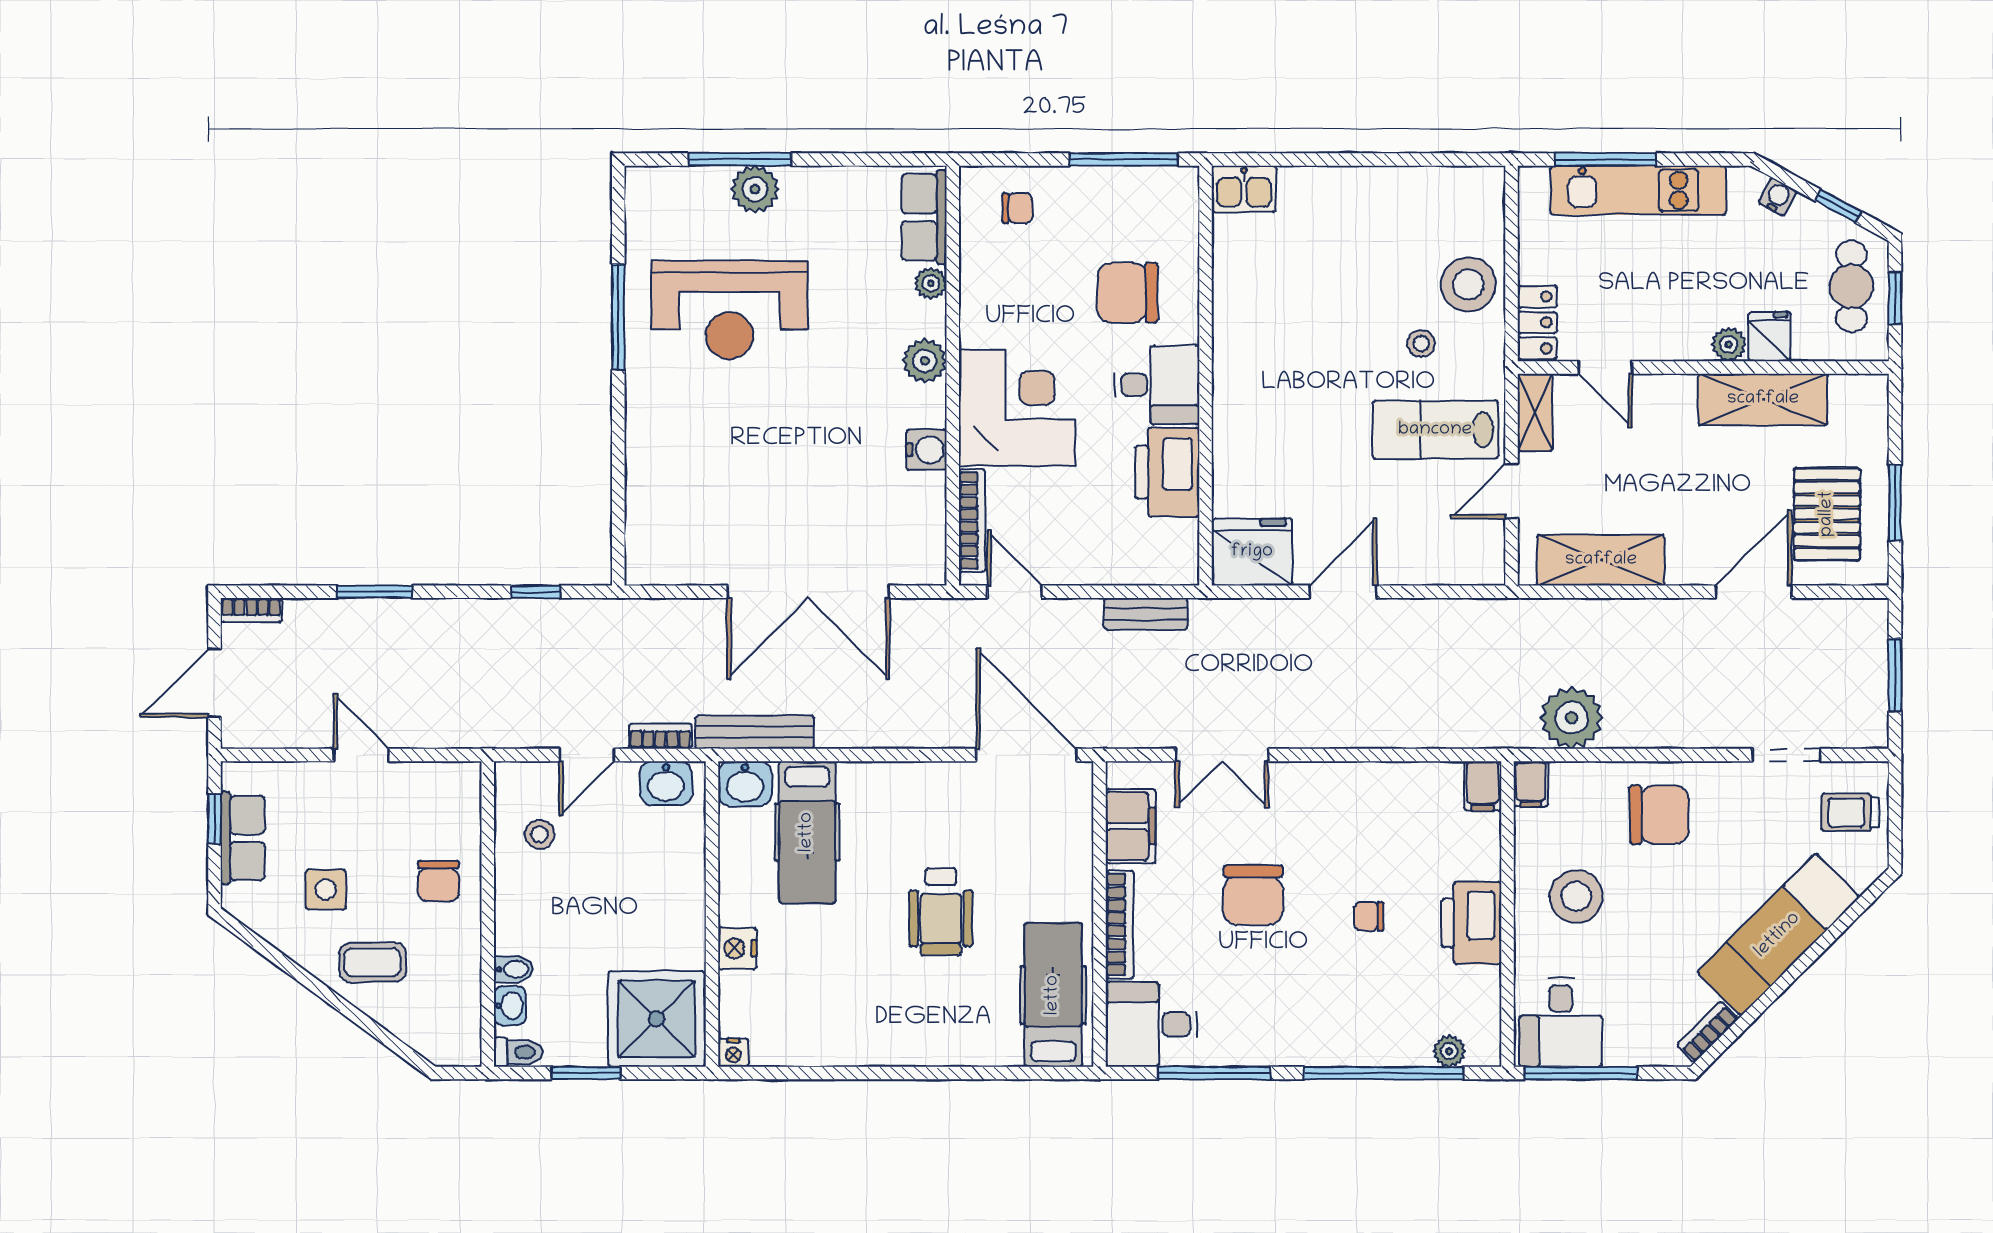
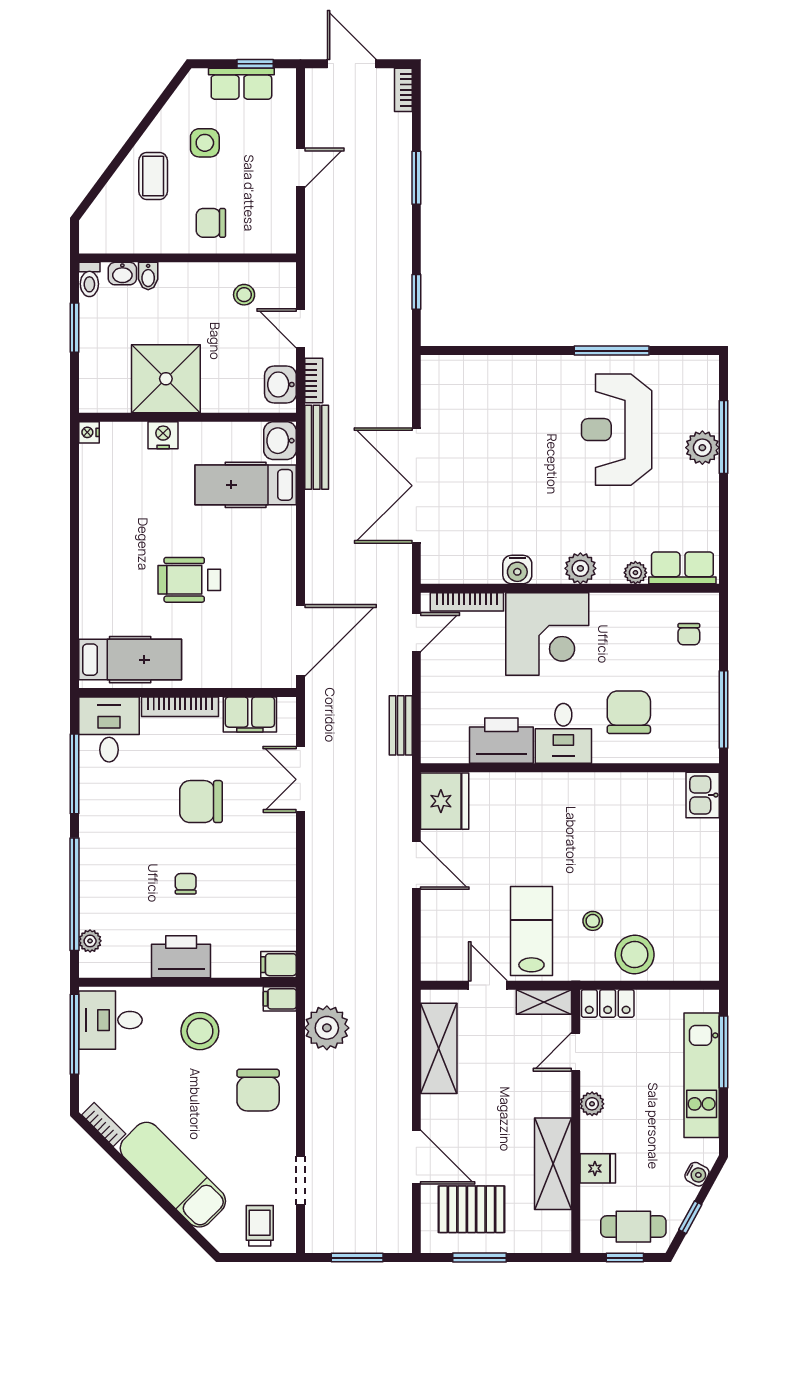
plant: (1729, 345) -> (592, 1104), moved
shower: (656, 1019) -> (166, 379), moved

